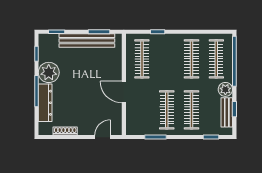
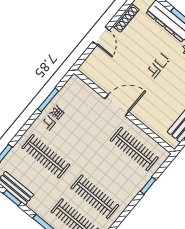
plant: (225, 89) -> (38, 205), removed
clothes rail: (167, 110) -> (66, 132), removed
door: (103, 137) -> (101, 36), moved

